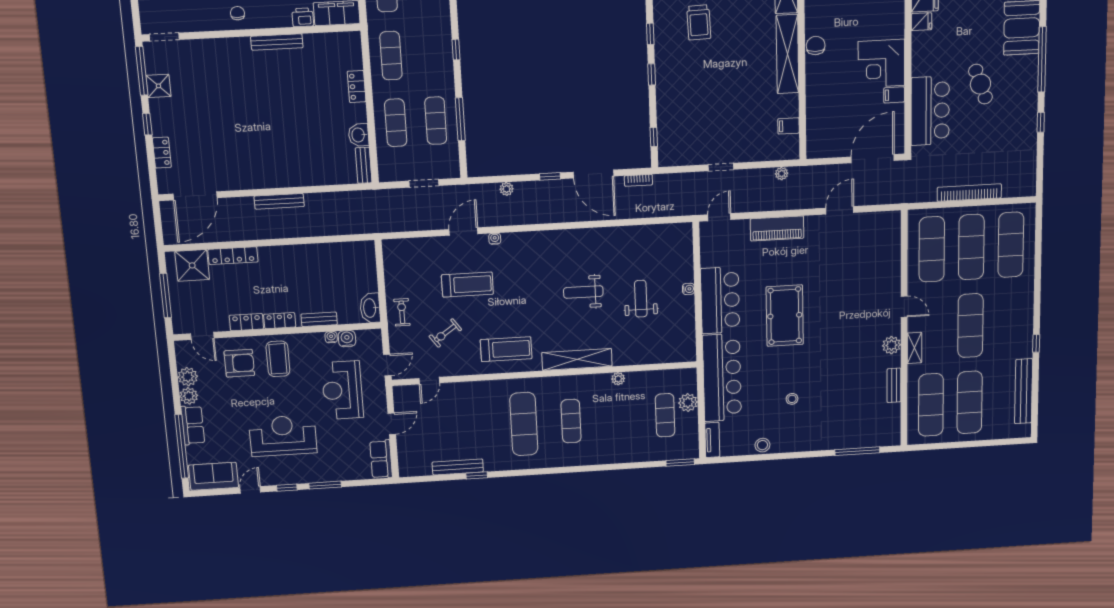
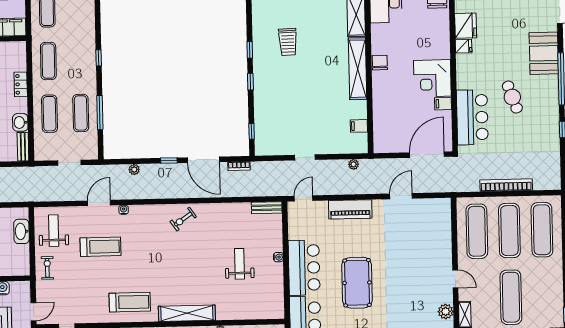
bench: (674, 230) -> (267, 208), added
weight bench: (583, 292) -> (54, 231), moved, turned 90
washbasin: (370, 308) -> (21, 231), moved
exercise bike: (445, 333) -> (183, 219), moved

